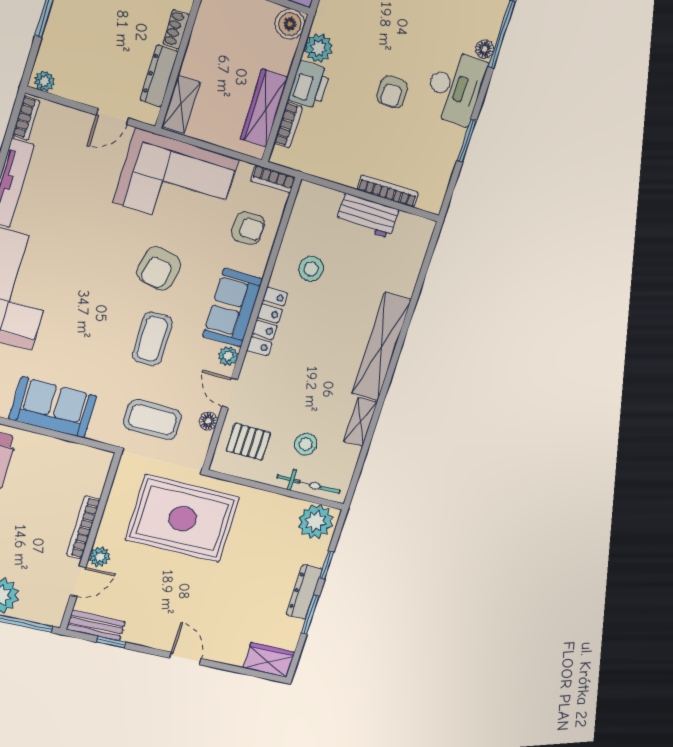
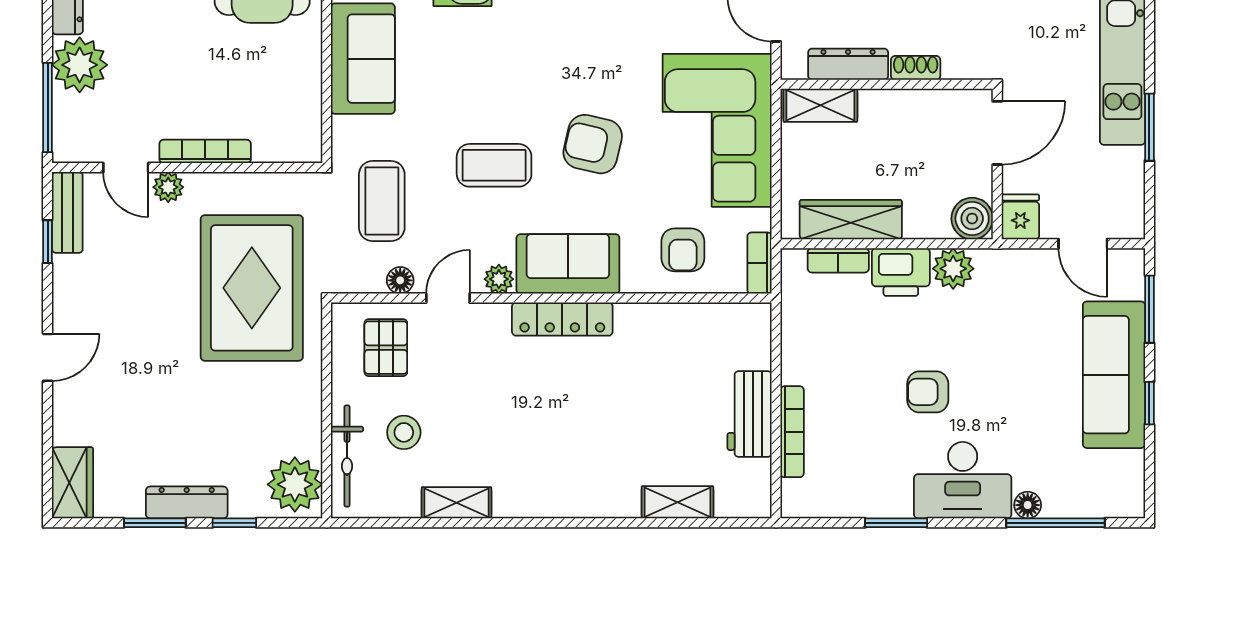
stool: (311, 269) -> (653, 358), removed
shelving: (381, 346) -> (677, 502), moved, width x0.45, depth x0.75

